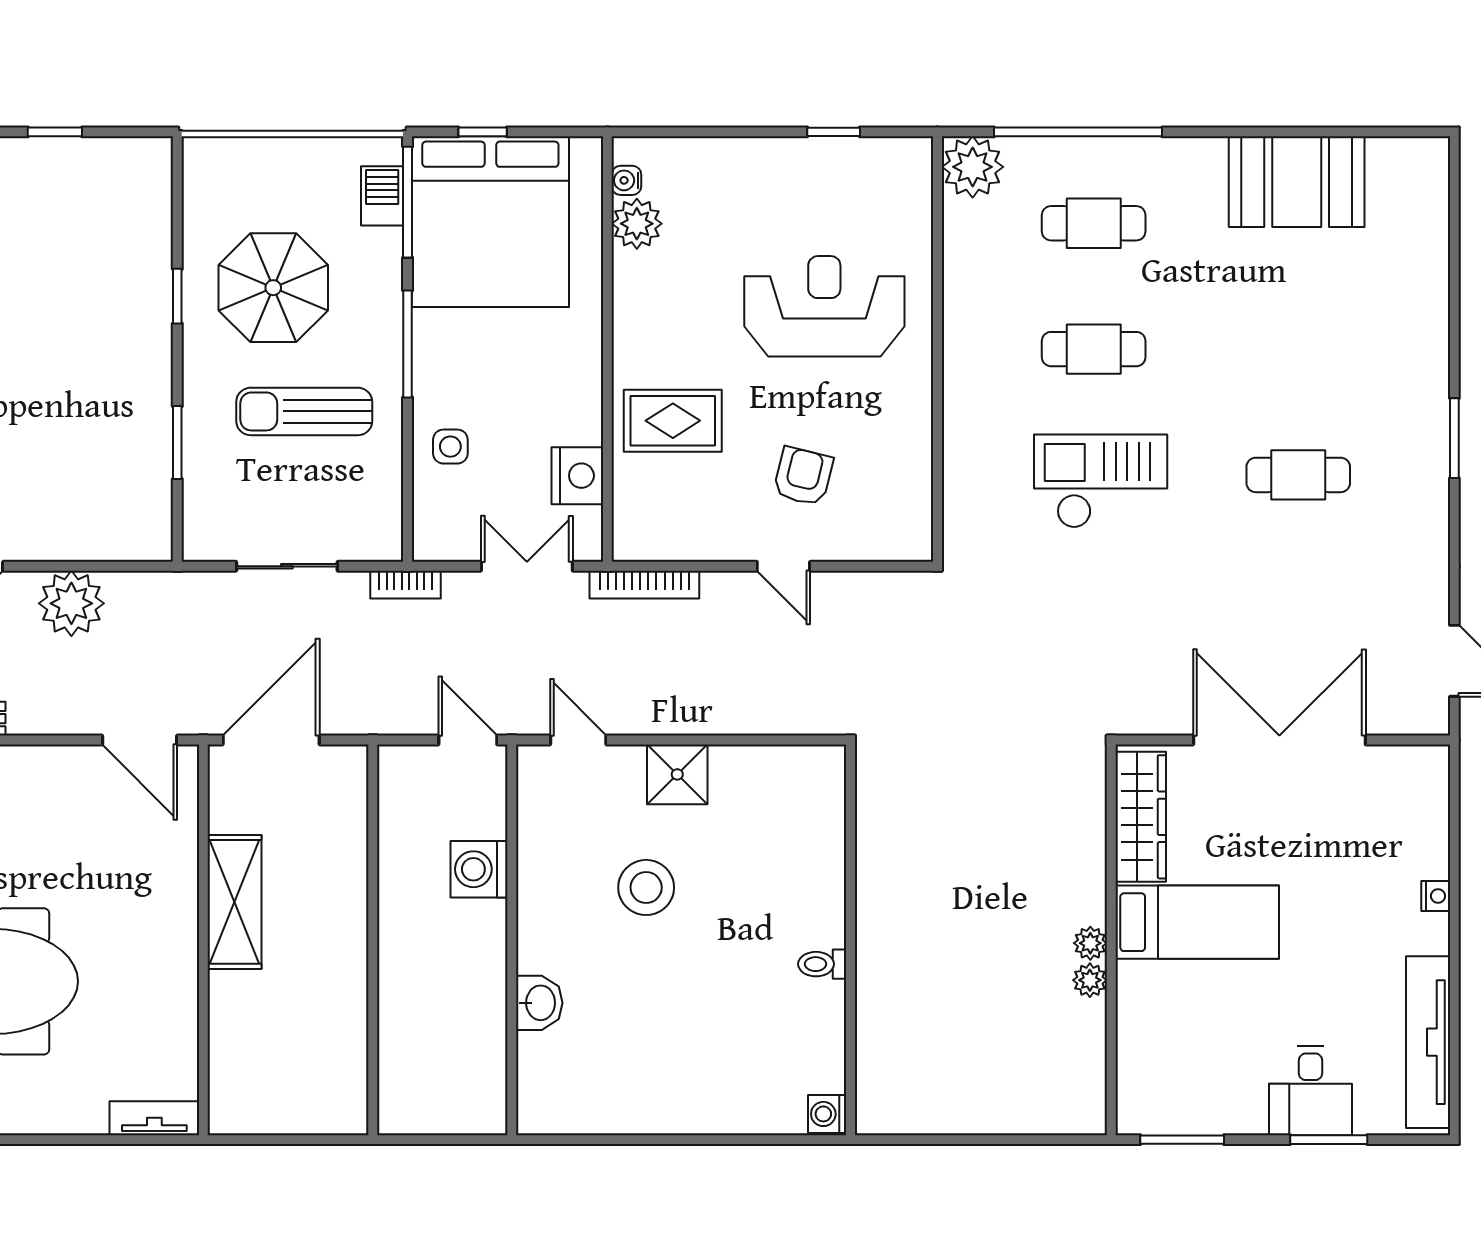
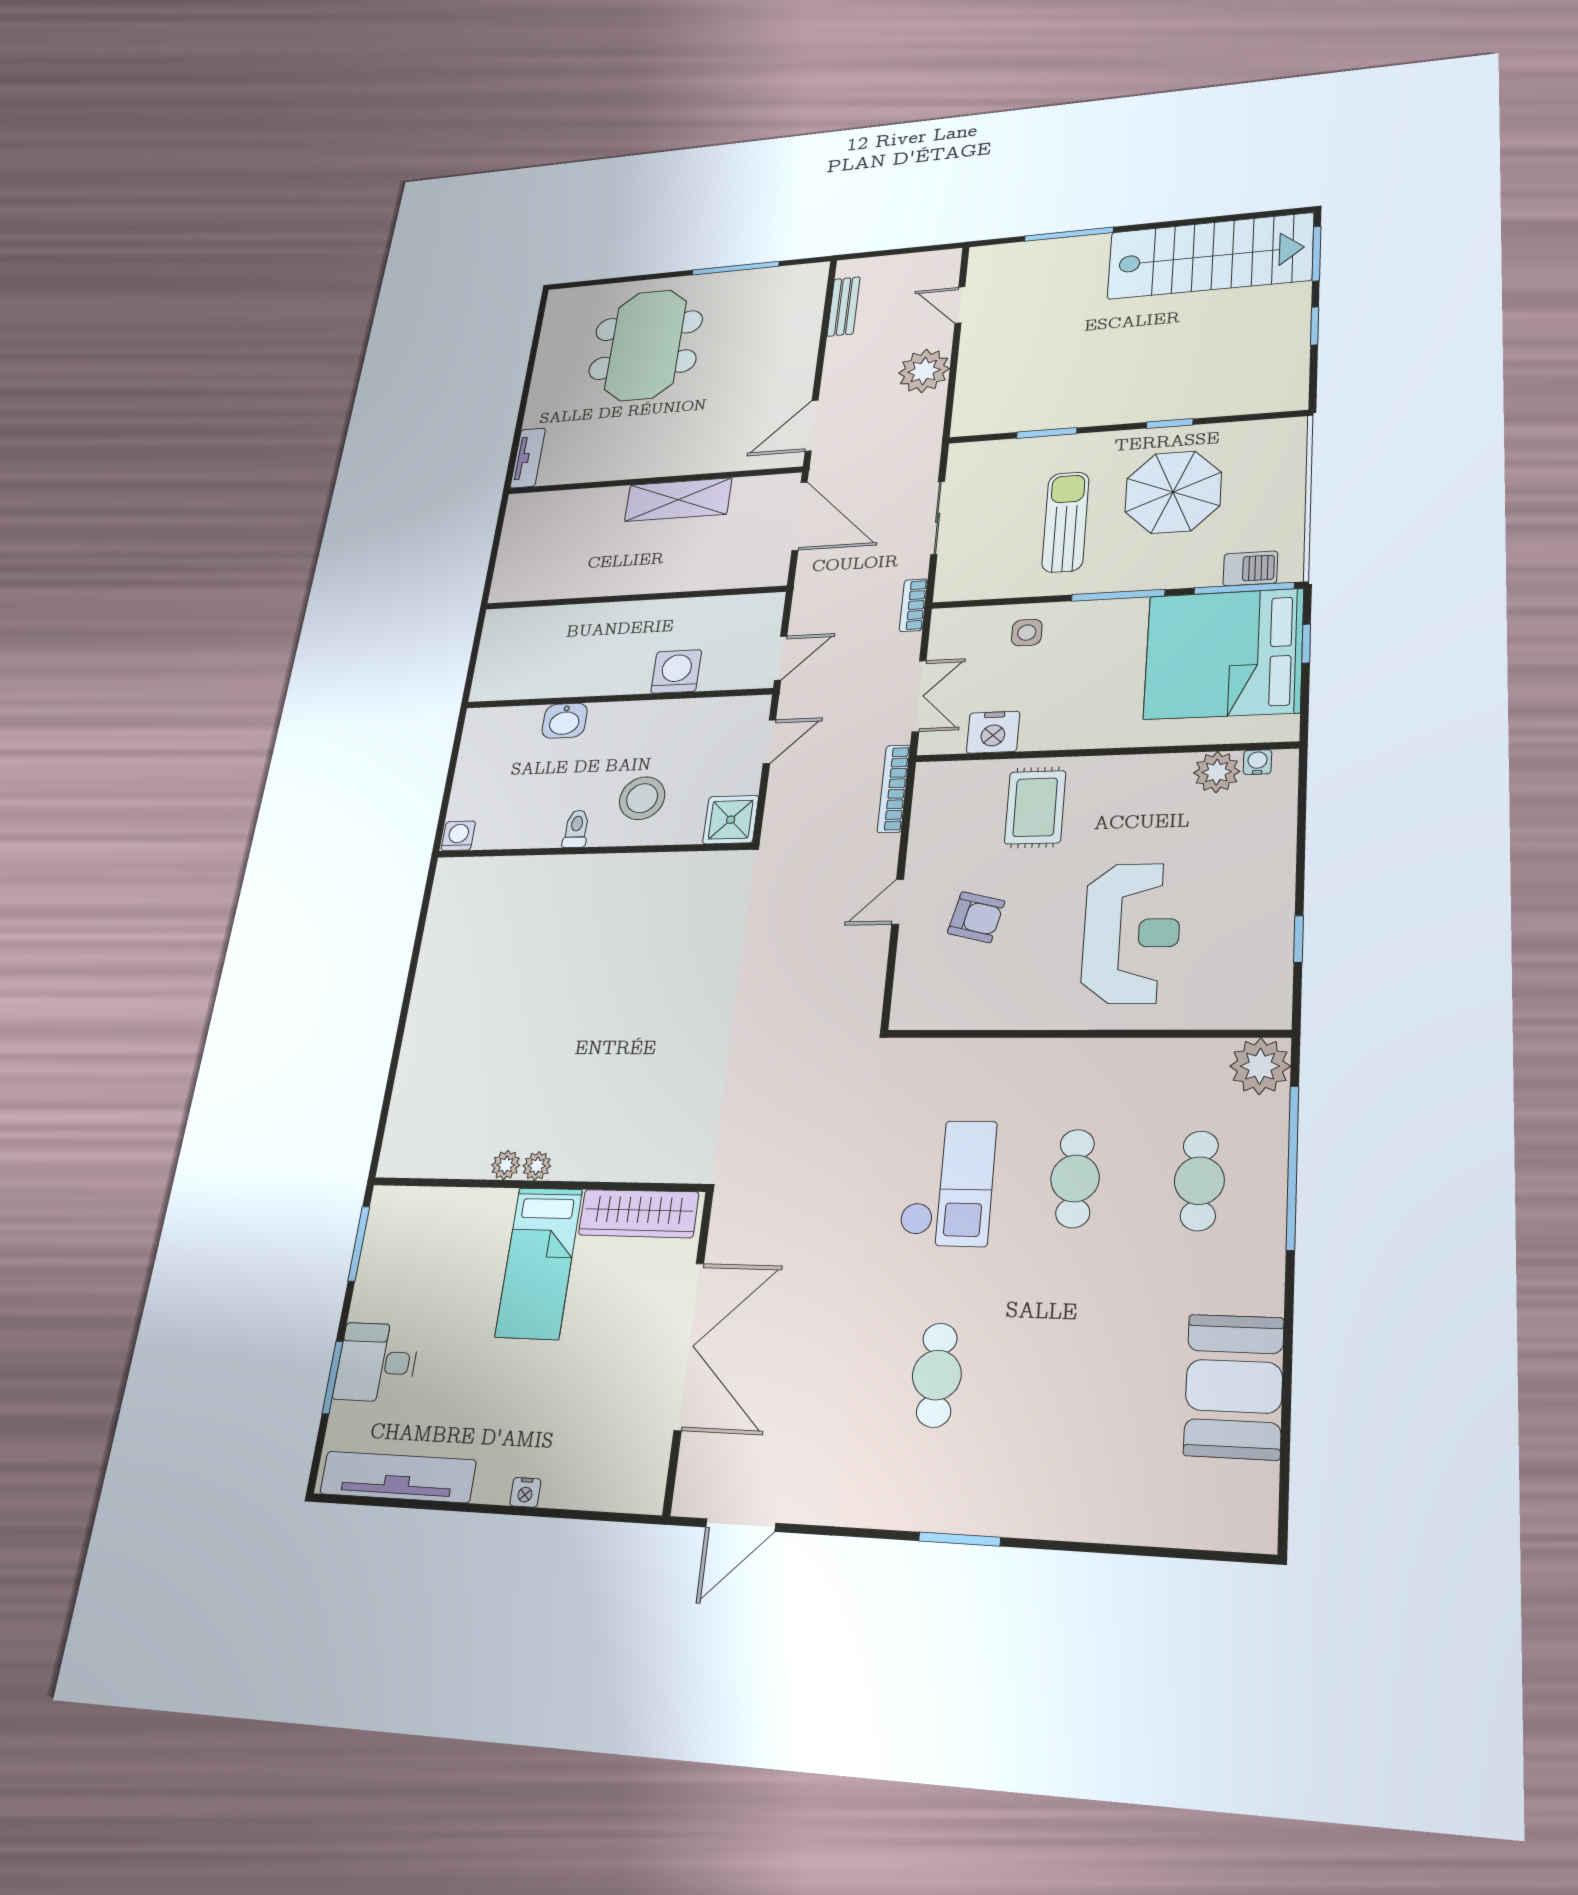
wall: (851, 940) -> (592, 850), moved
toilet: (822, 964) -> (576, 829), moved
washing machine: (827, 1114) -> (458, 836), moved

